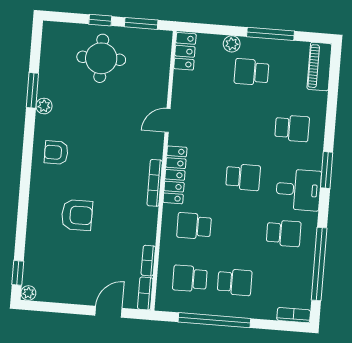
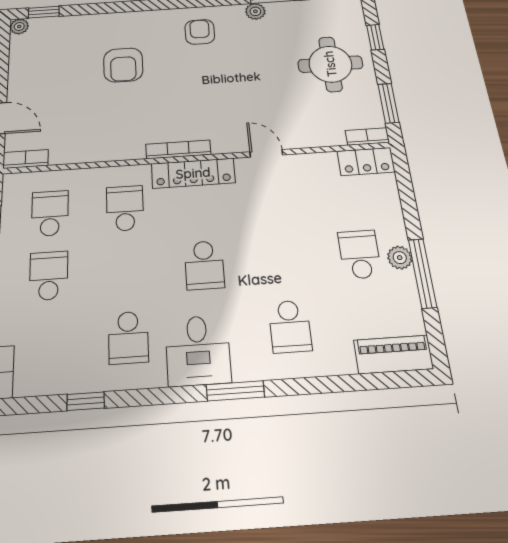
window: (100, 20) -> (375, 37), moved
plant: (232, 44) -> (400, 258), moved
bookcase: (148, 261) -> (367, 136), moved
window: (319, 264) -> (86, 401), width x0.32
school desk: (235, 282) -> (49, 276), turned 180

